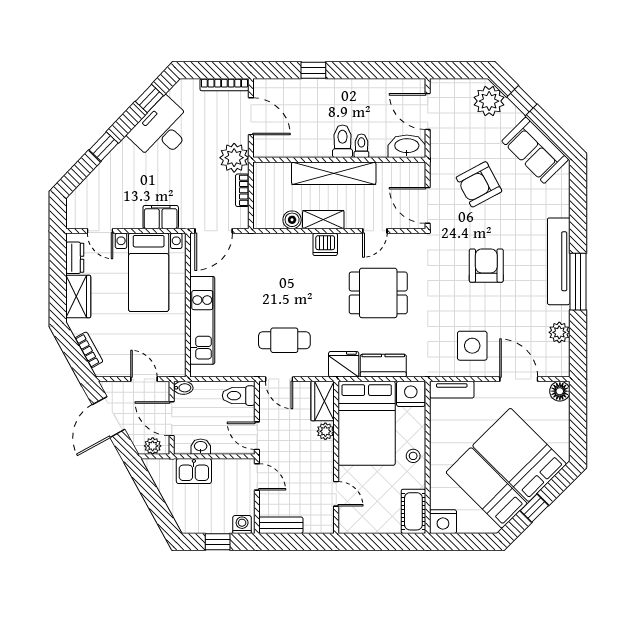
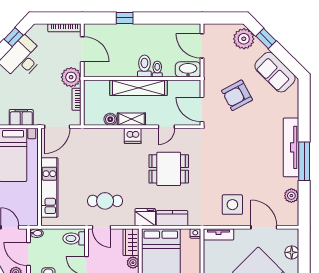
armchair: (486, 266) -> (242, 150), removed
floor lamp: (560, 391) -> (292, 252), moved
nightstand: (411, 394) -> (195, 233), width x0.53, depth x0.56

